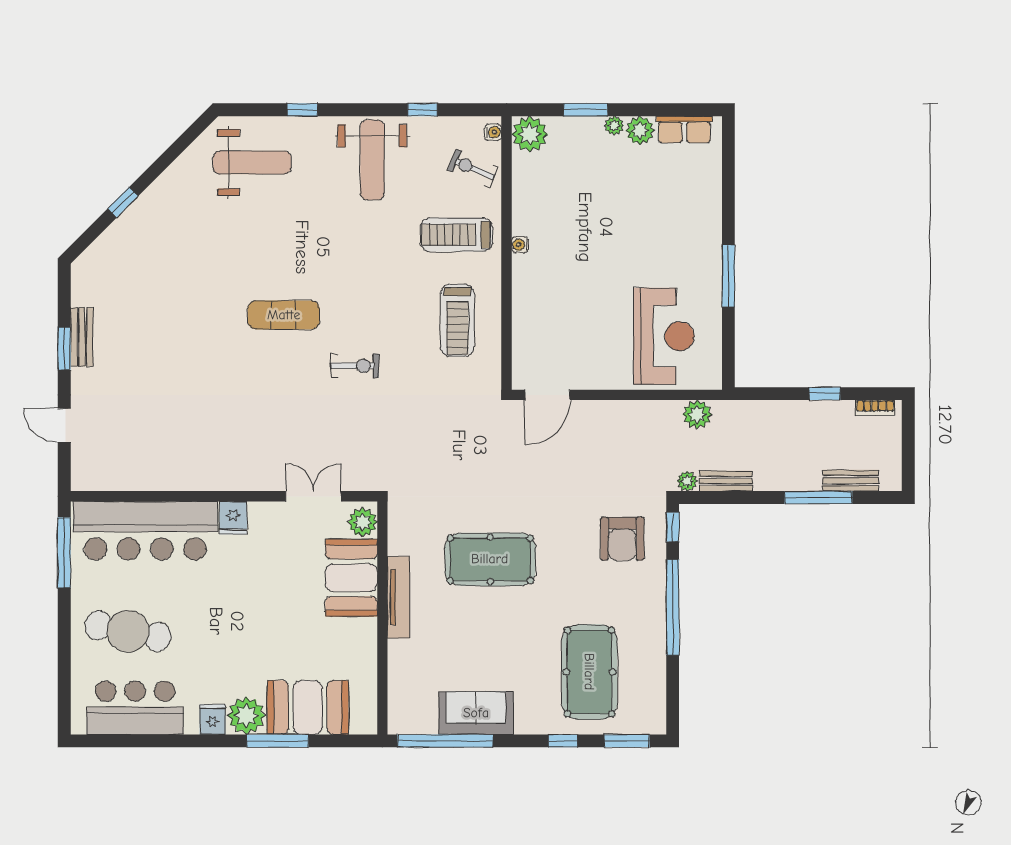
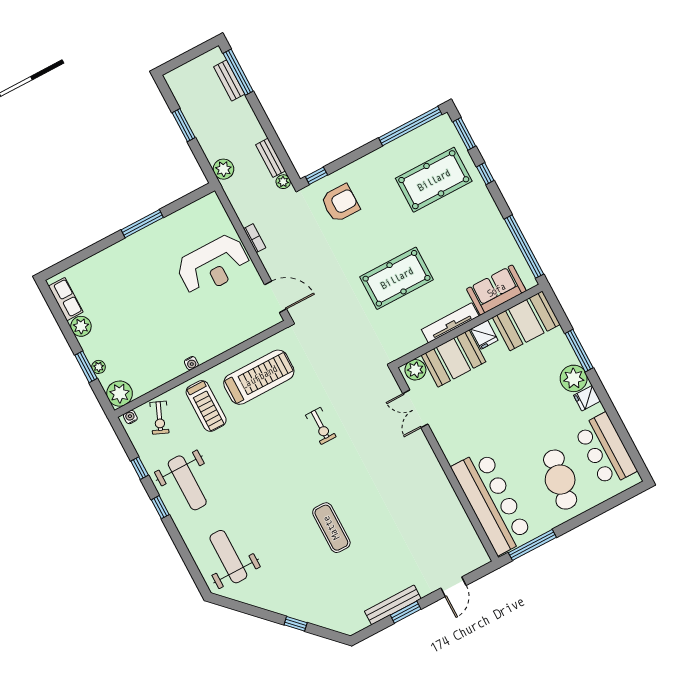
window: (302, 110) -> (160, 507), moved
plant: (614, 126) -> (99, 367), moved
weight bench: (372, 160) -> (187, 483), turned 90
exercise mat: (284, 315) -> (331, 528), moved
treadmill: (458, 320) -> (259, 377), width x1.37, depth x1.38
reception desk: (664, 336) -> (213, 265), moved, turned 180
bench: (82, 337) -> (393, 605), width x1.36
exercise bike: (355, 366) -> (321, 426), turned 180
window: (825, 394) -> (184, 125), width x1.50
bookcase: (875, 408) -> (255, 238), moved
plant: (697, 414) -> (223, 169), moved
window: (818, 498) -> (238, 72), moved
fridge: (233, 518) -> (484, 335), moved, turned 90
pool table: (490, 559) -> (397, 278), turned 90
window: (673, 607) -> (410, 126), moved
booth: (308, 707) -> (526, 321), moved, turned 90
sofa: (476, 713) -> (496, 290), moved, turned 90

